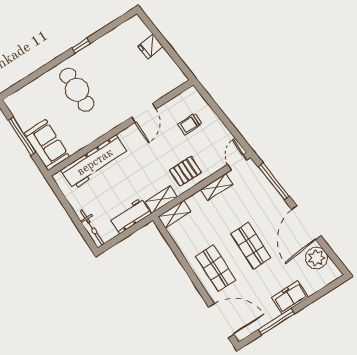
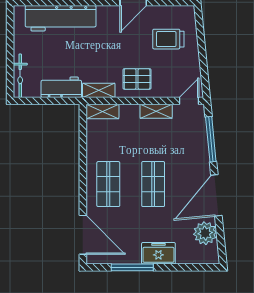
trolley: (190, 124) -> (168, 39), width x1.36, depth x1.39

